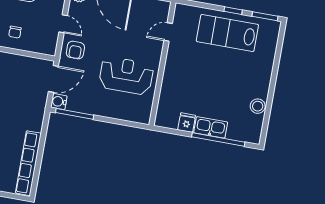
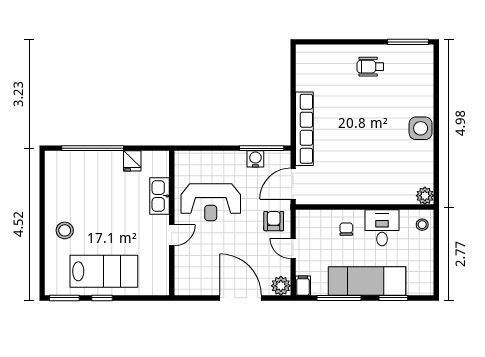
door: (168, 32) -> (172, 235), moved
water cooler: (59, 102) -> (255, 159), moved, turned -90
stool: (258, 106) -> (65, 230), moved
kitchen sink: (211, 127) -> (160, 196), moved, turned 90
row of seats: (28, 163) -> (304, 129), moved

